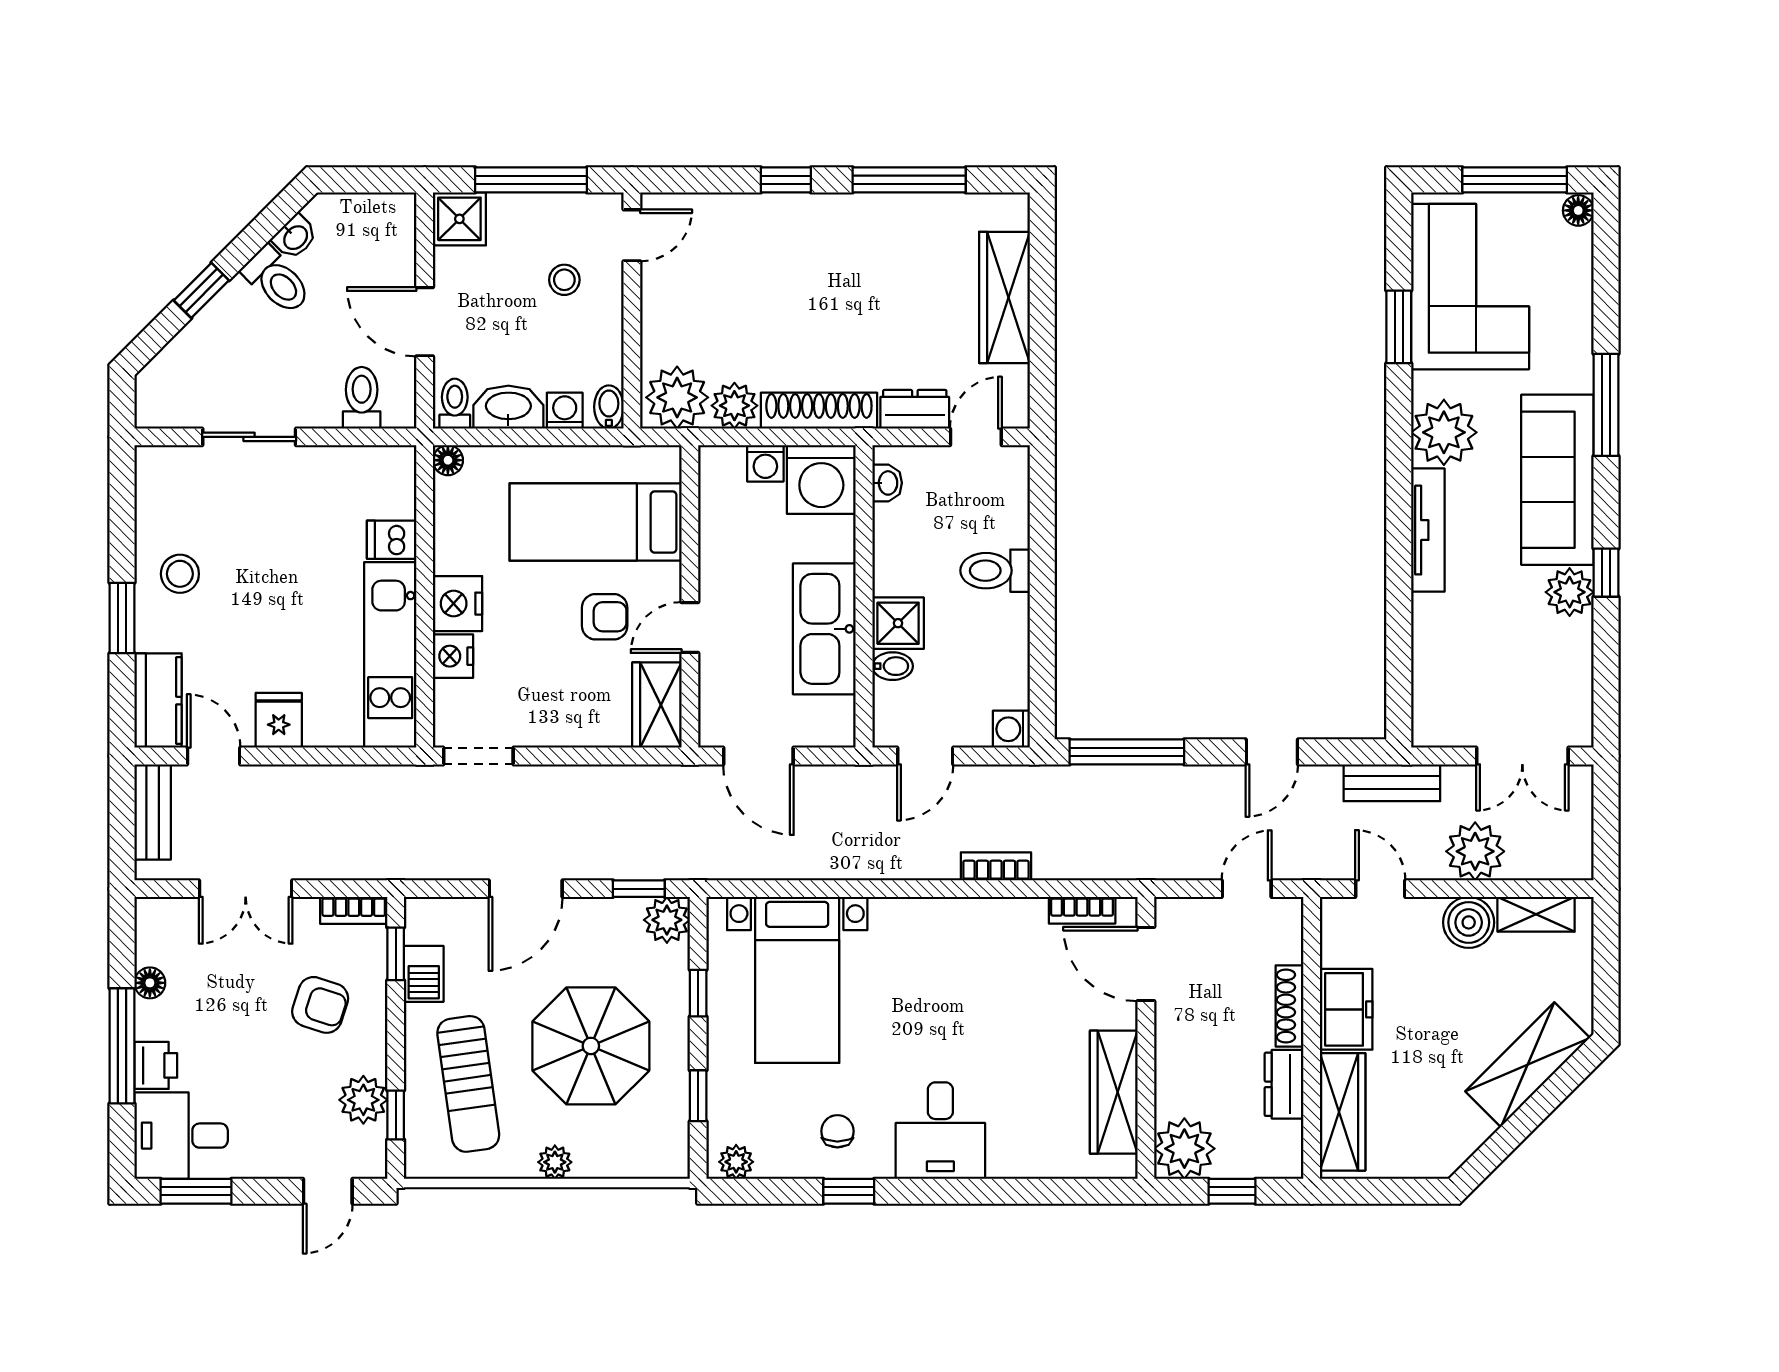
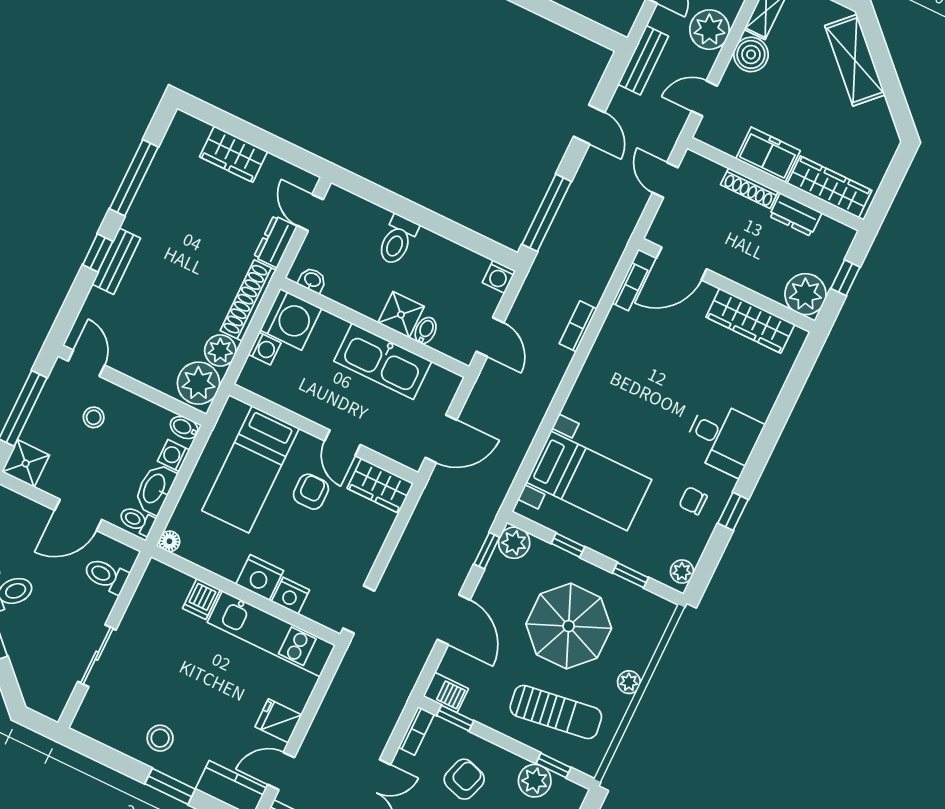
bench: (787, 210) -> (116, 261), added
wardrobe: (1004, 297) -> (234, 154), width x0.67
barbecue: (424, 974) -> (446, 692), moved

